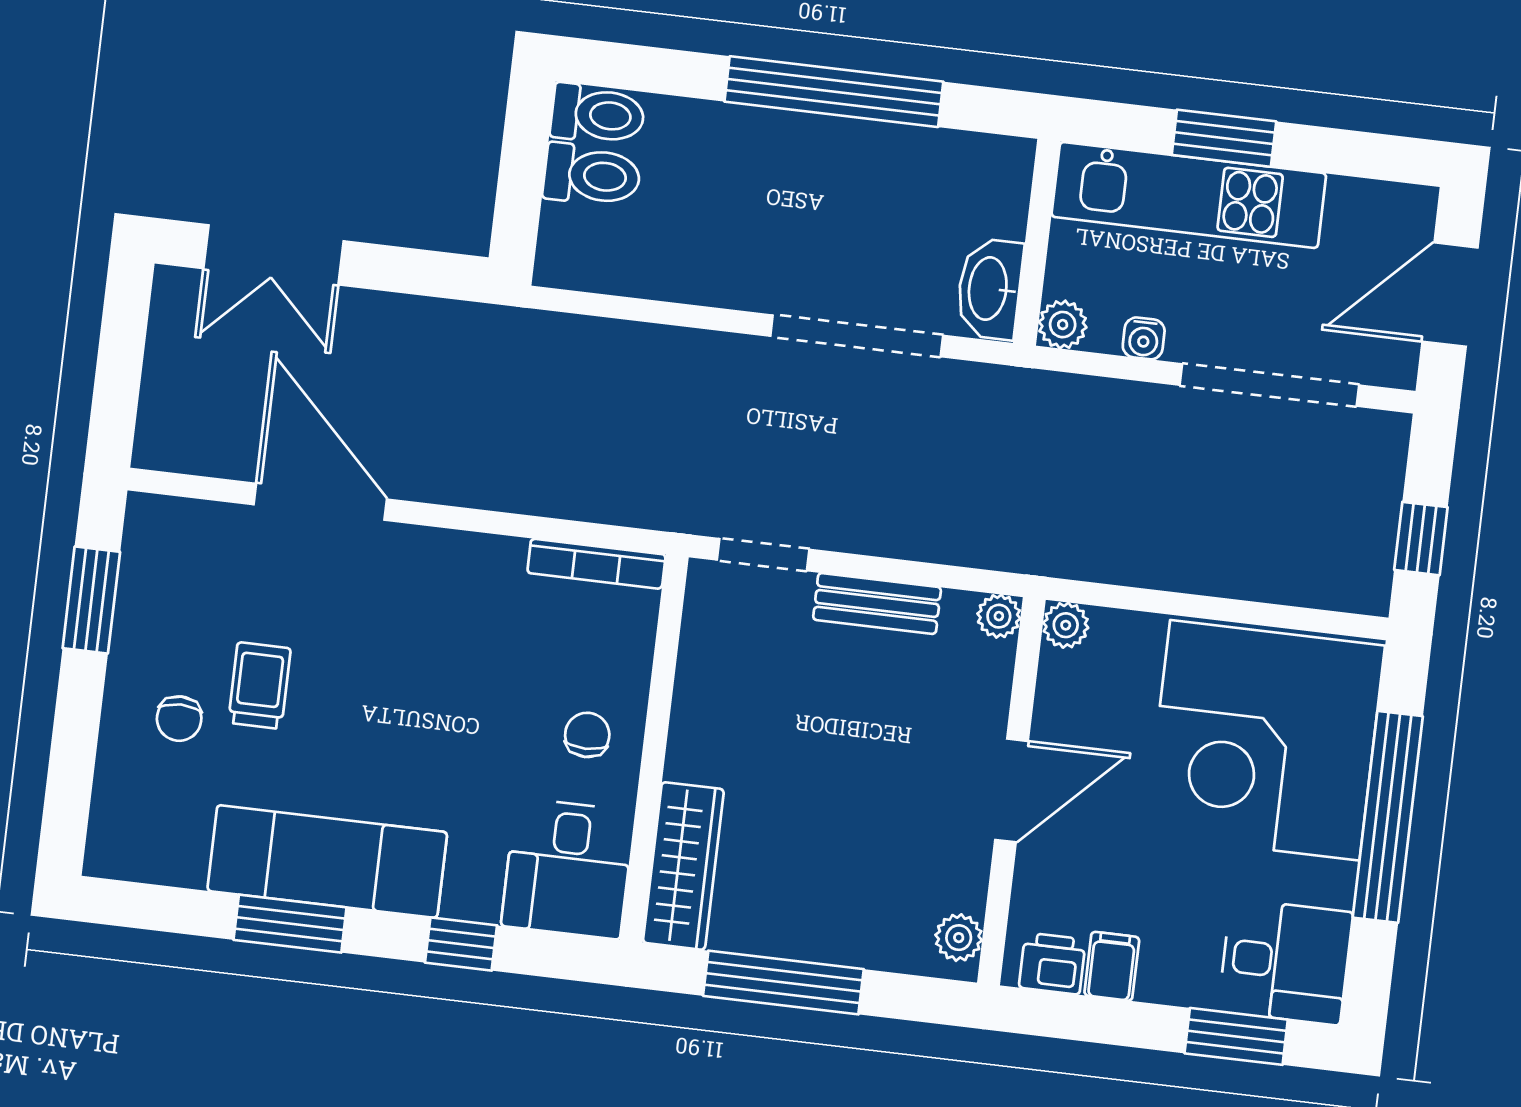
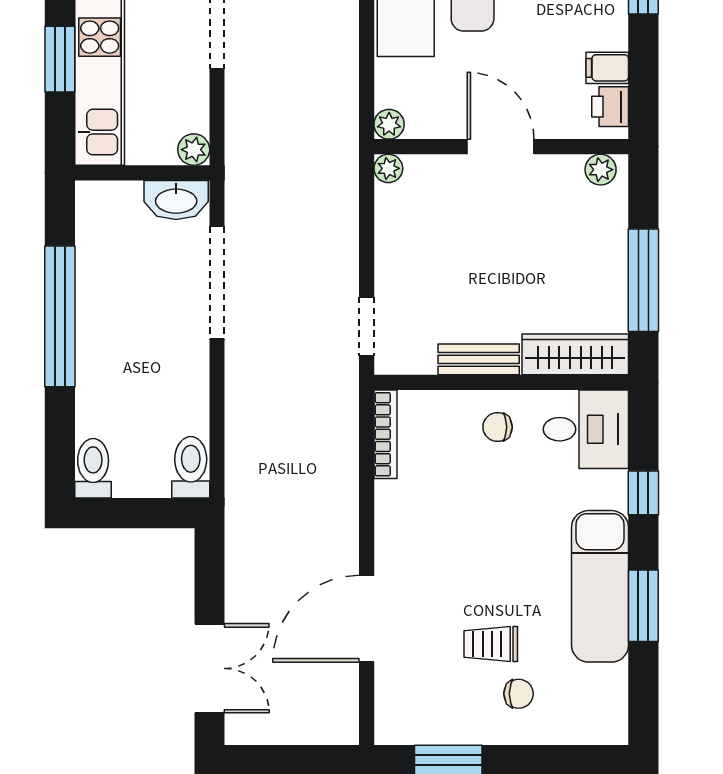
toilet: (592, 175) -> (191, 467), moved
water cooler: (1144, 338) -> (196, 96), removed
bench: (877, 603) -> (479, 359), moved, turned 90

